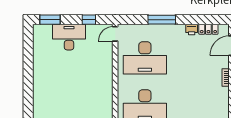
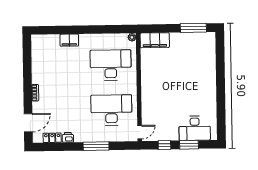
window: (50, 20) -> (189, 145), moved
desk: (69, 37) -> (195, 128), moved

